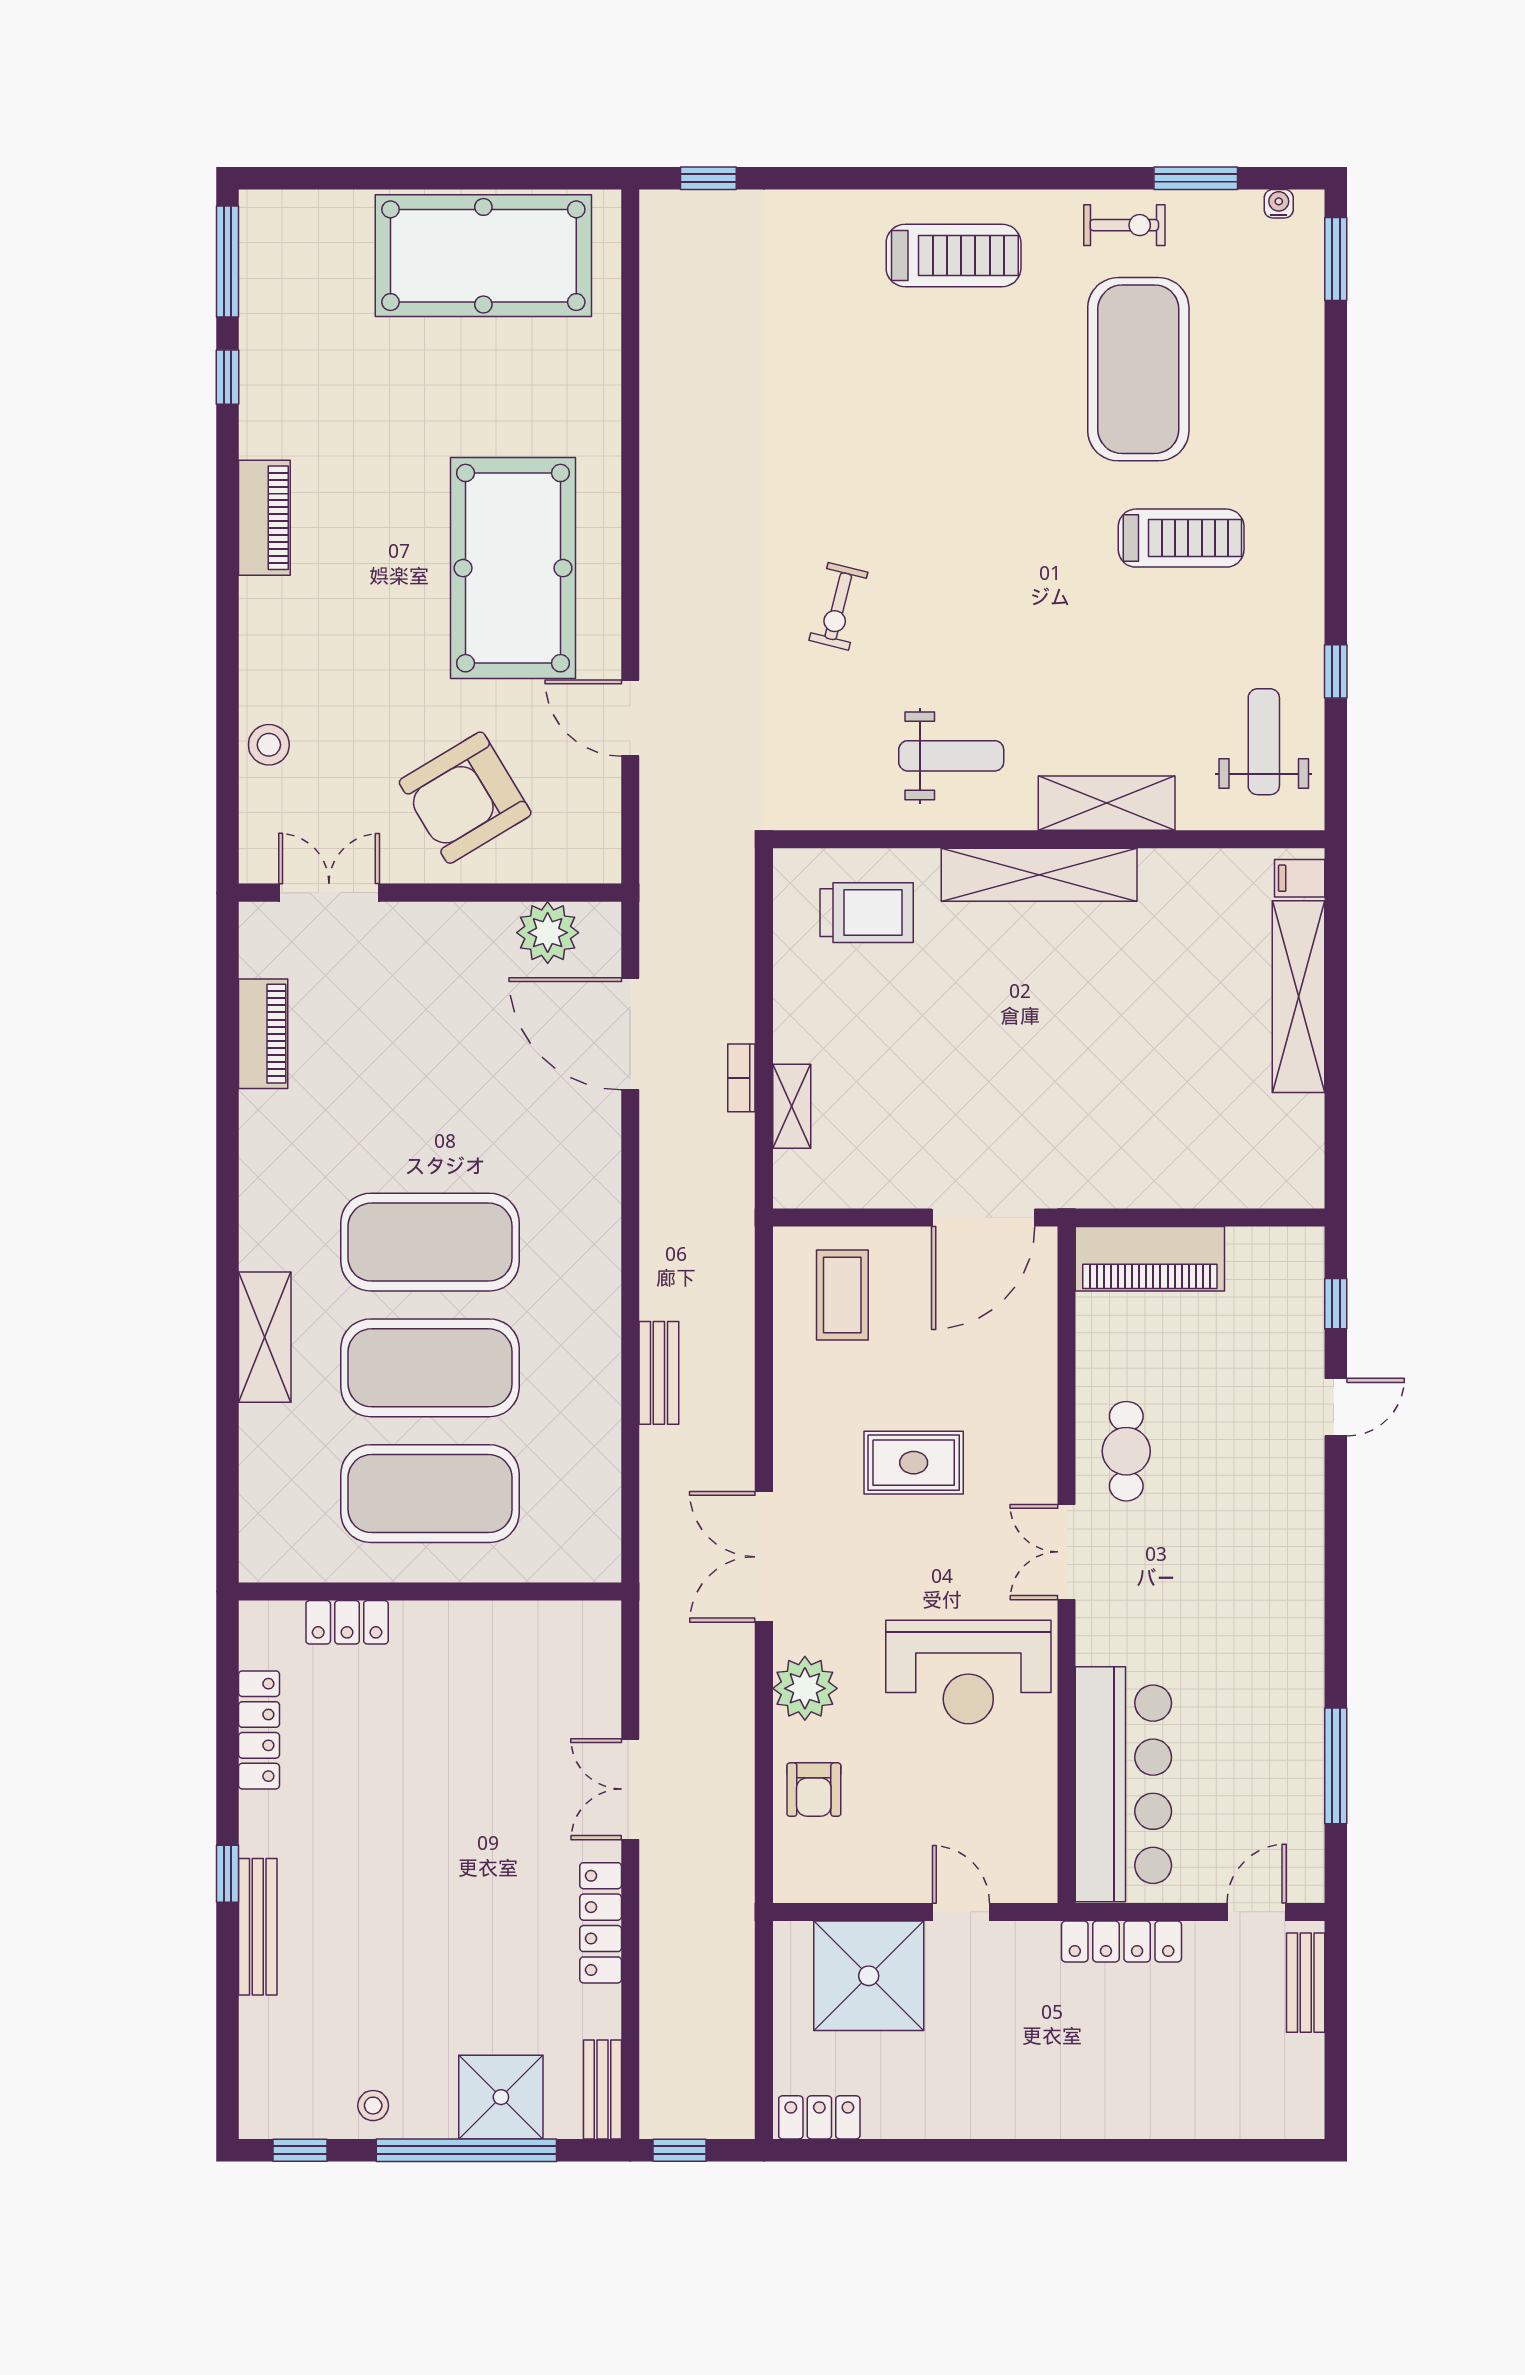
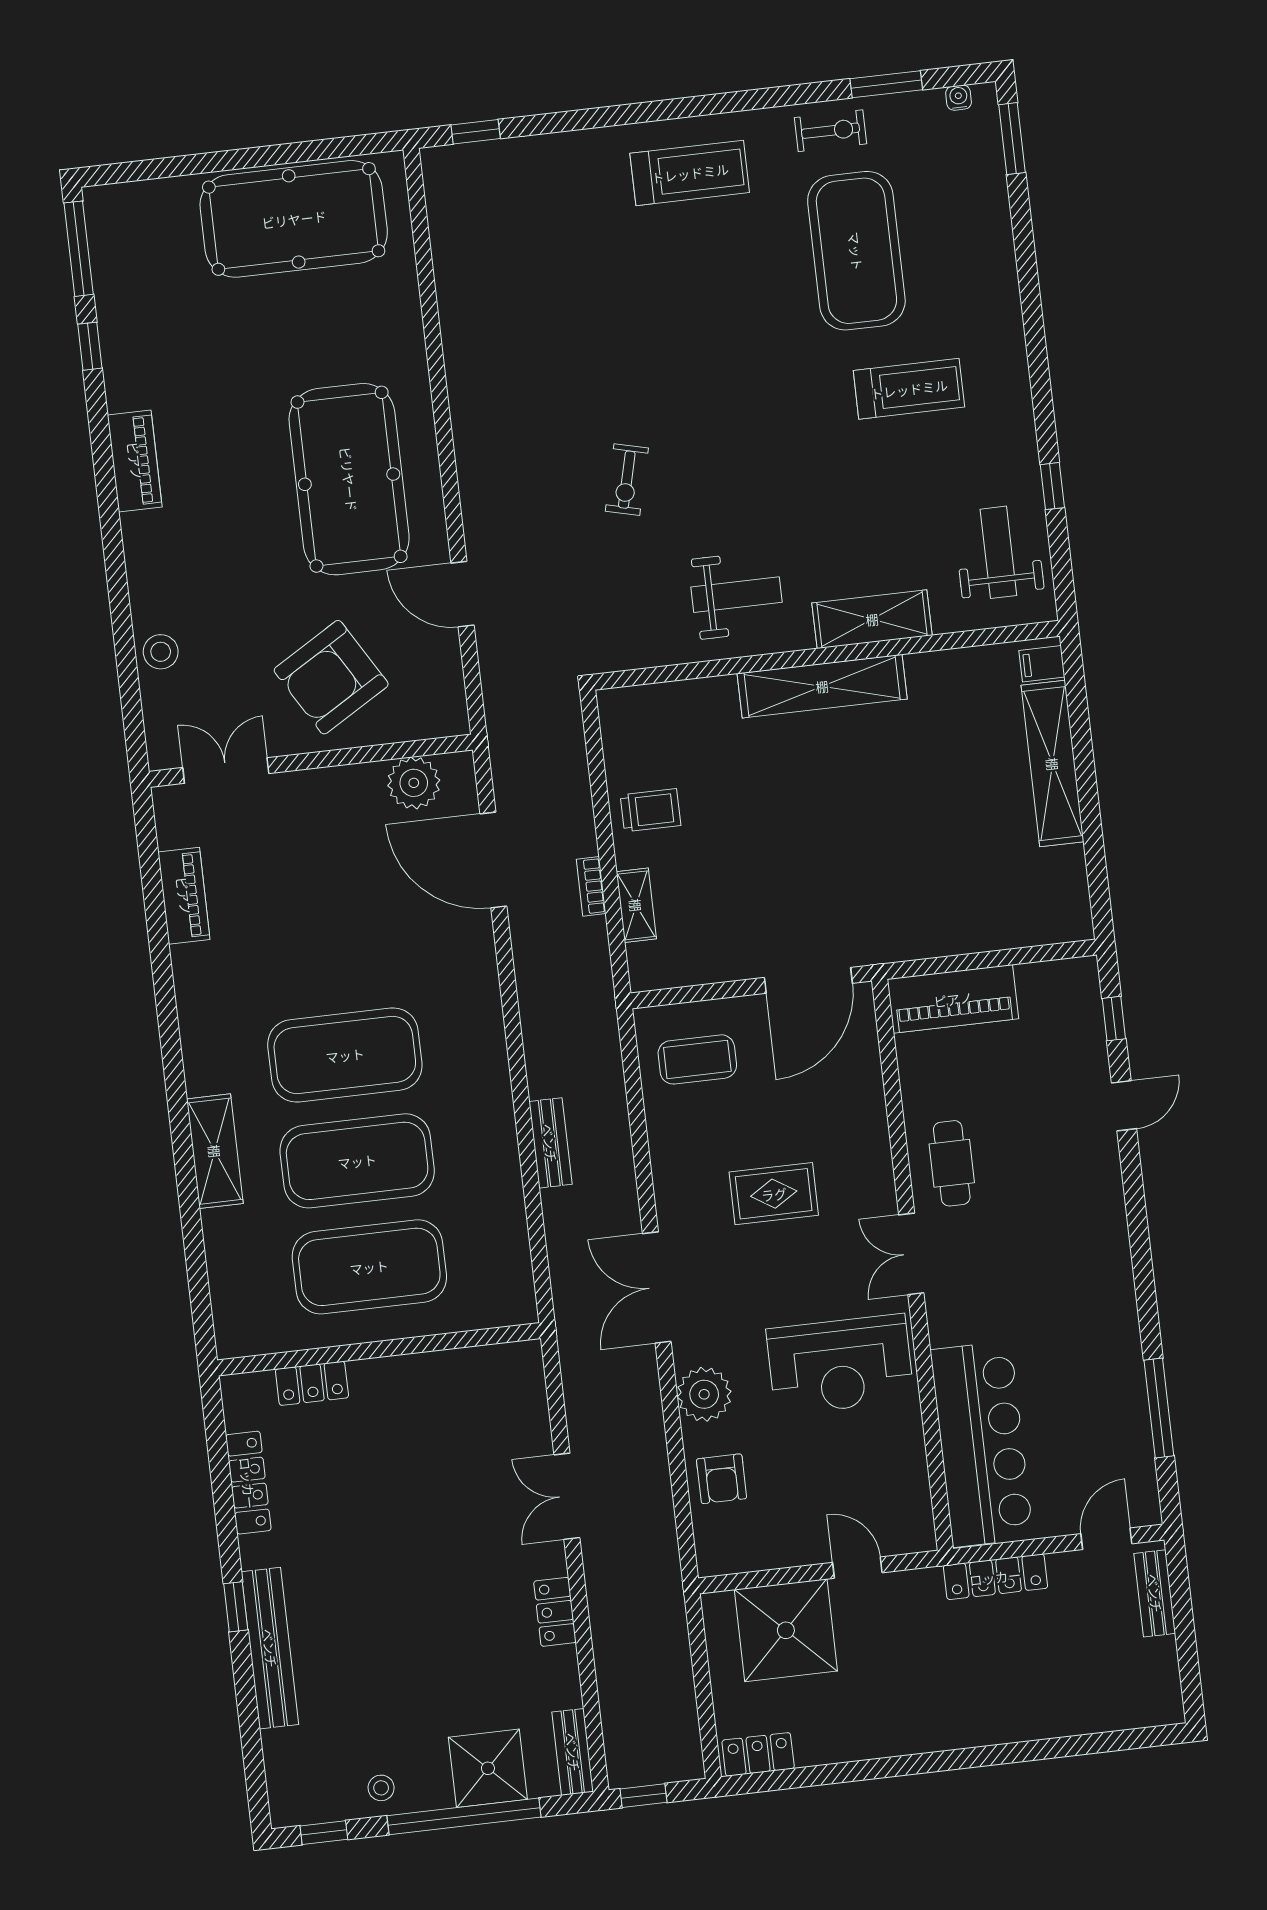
trolley: (867, 913) -> (651, 810), moved, width x0.73, depth x0.72
coffee table: (842, 1295) -> (697, 1059), turned 90
locker: (601, 1923) -> (555, 1612), width x0.66
bench: (258, 1927) -> (270, 1648), width x1.37, depth x1.21

